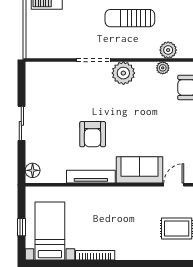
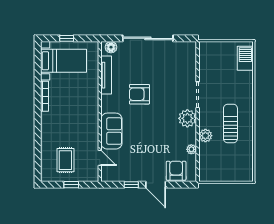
plant: (168, 50) -> (205, 136), moved
sliding door: (21, 123) -> (148, 38), width x1.86
tv unit: (91, 177) -> (106, 75), moved

